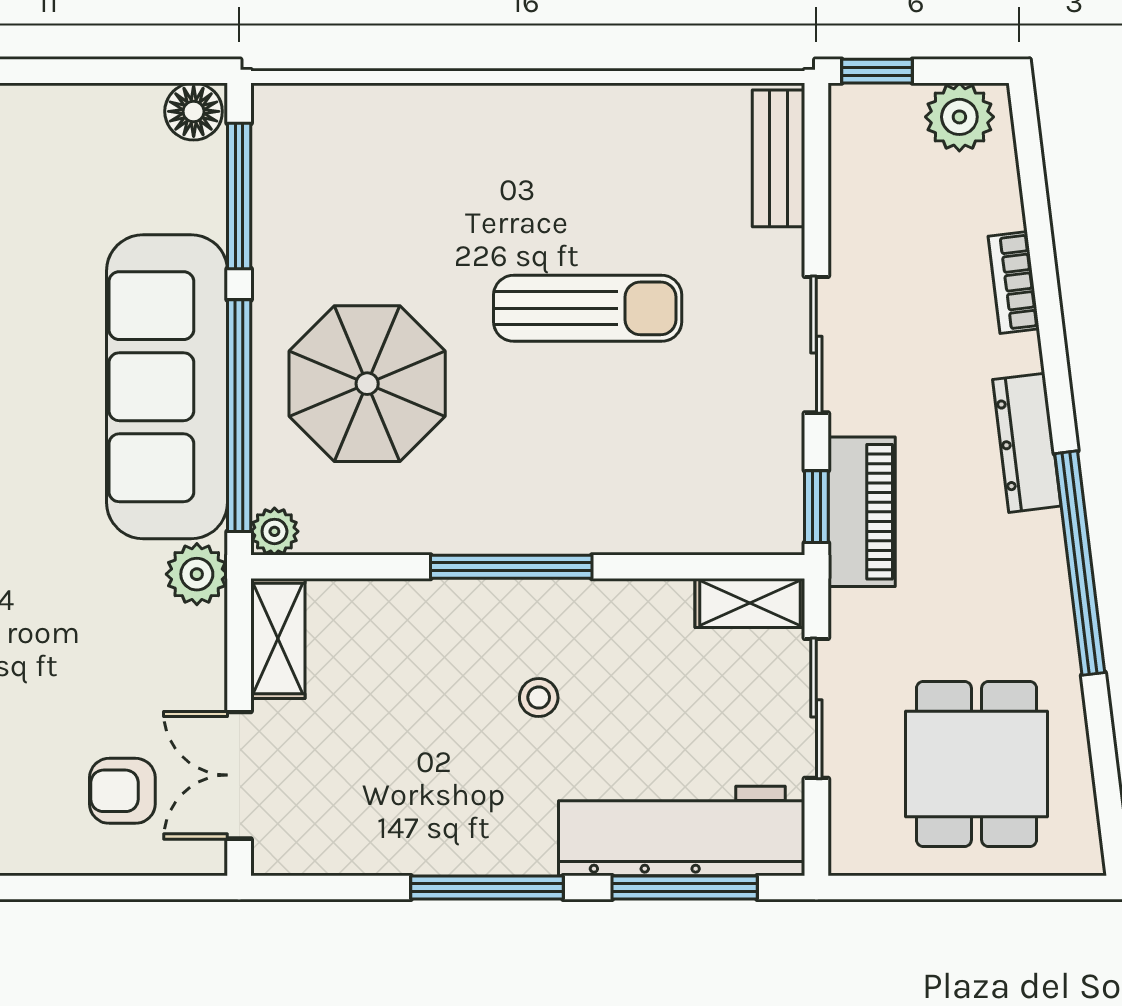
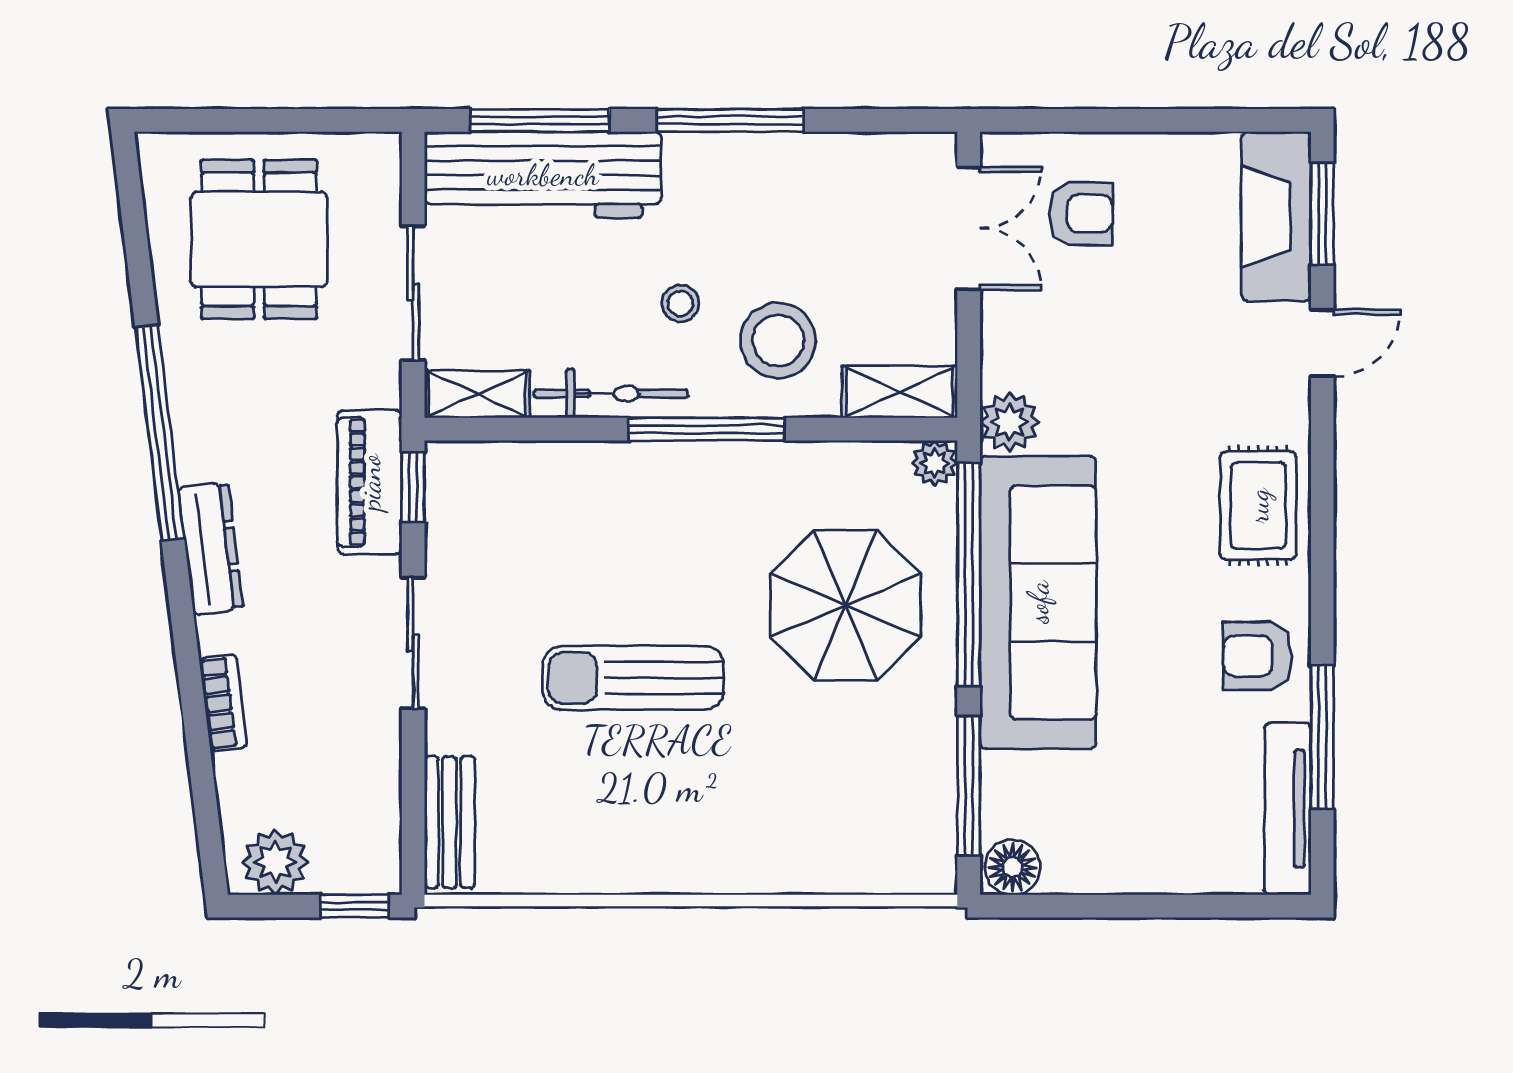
bicycle: (611, 604) -> (611, 394), added
shelving: (278, 638) -> (900, 392), moved, turned 90
stool: (437, 659) -> (778, 341), added

